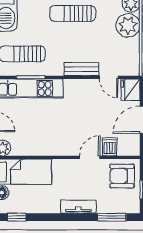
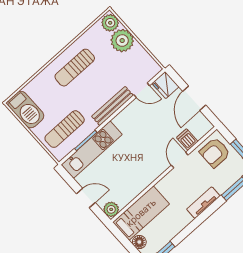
bench: (82, 69) -> (113, 106), width x1.36

